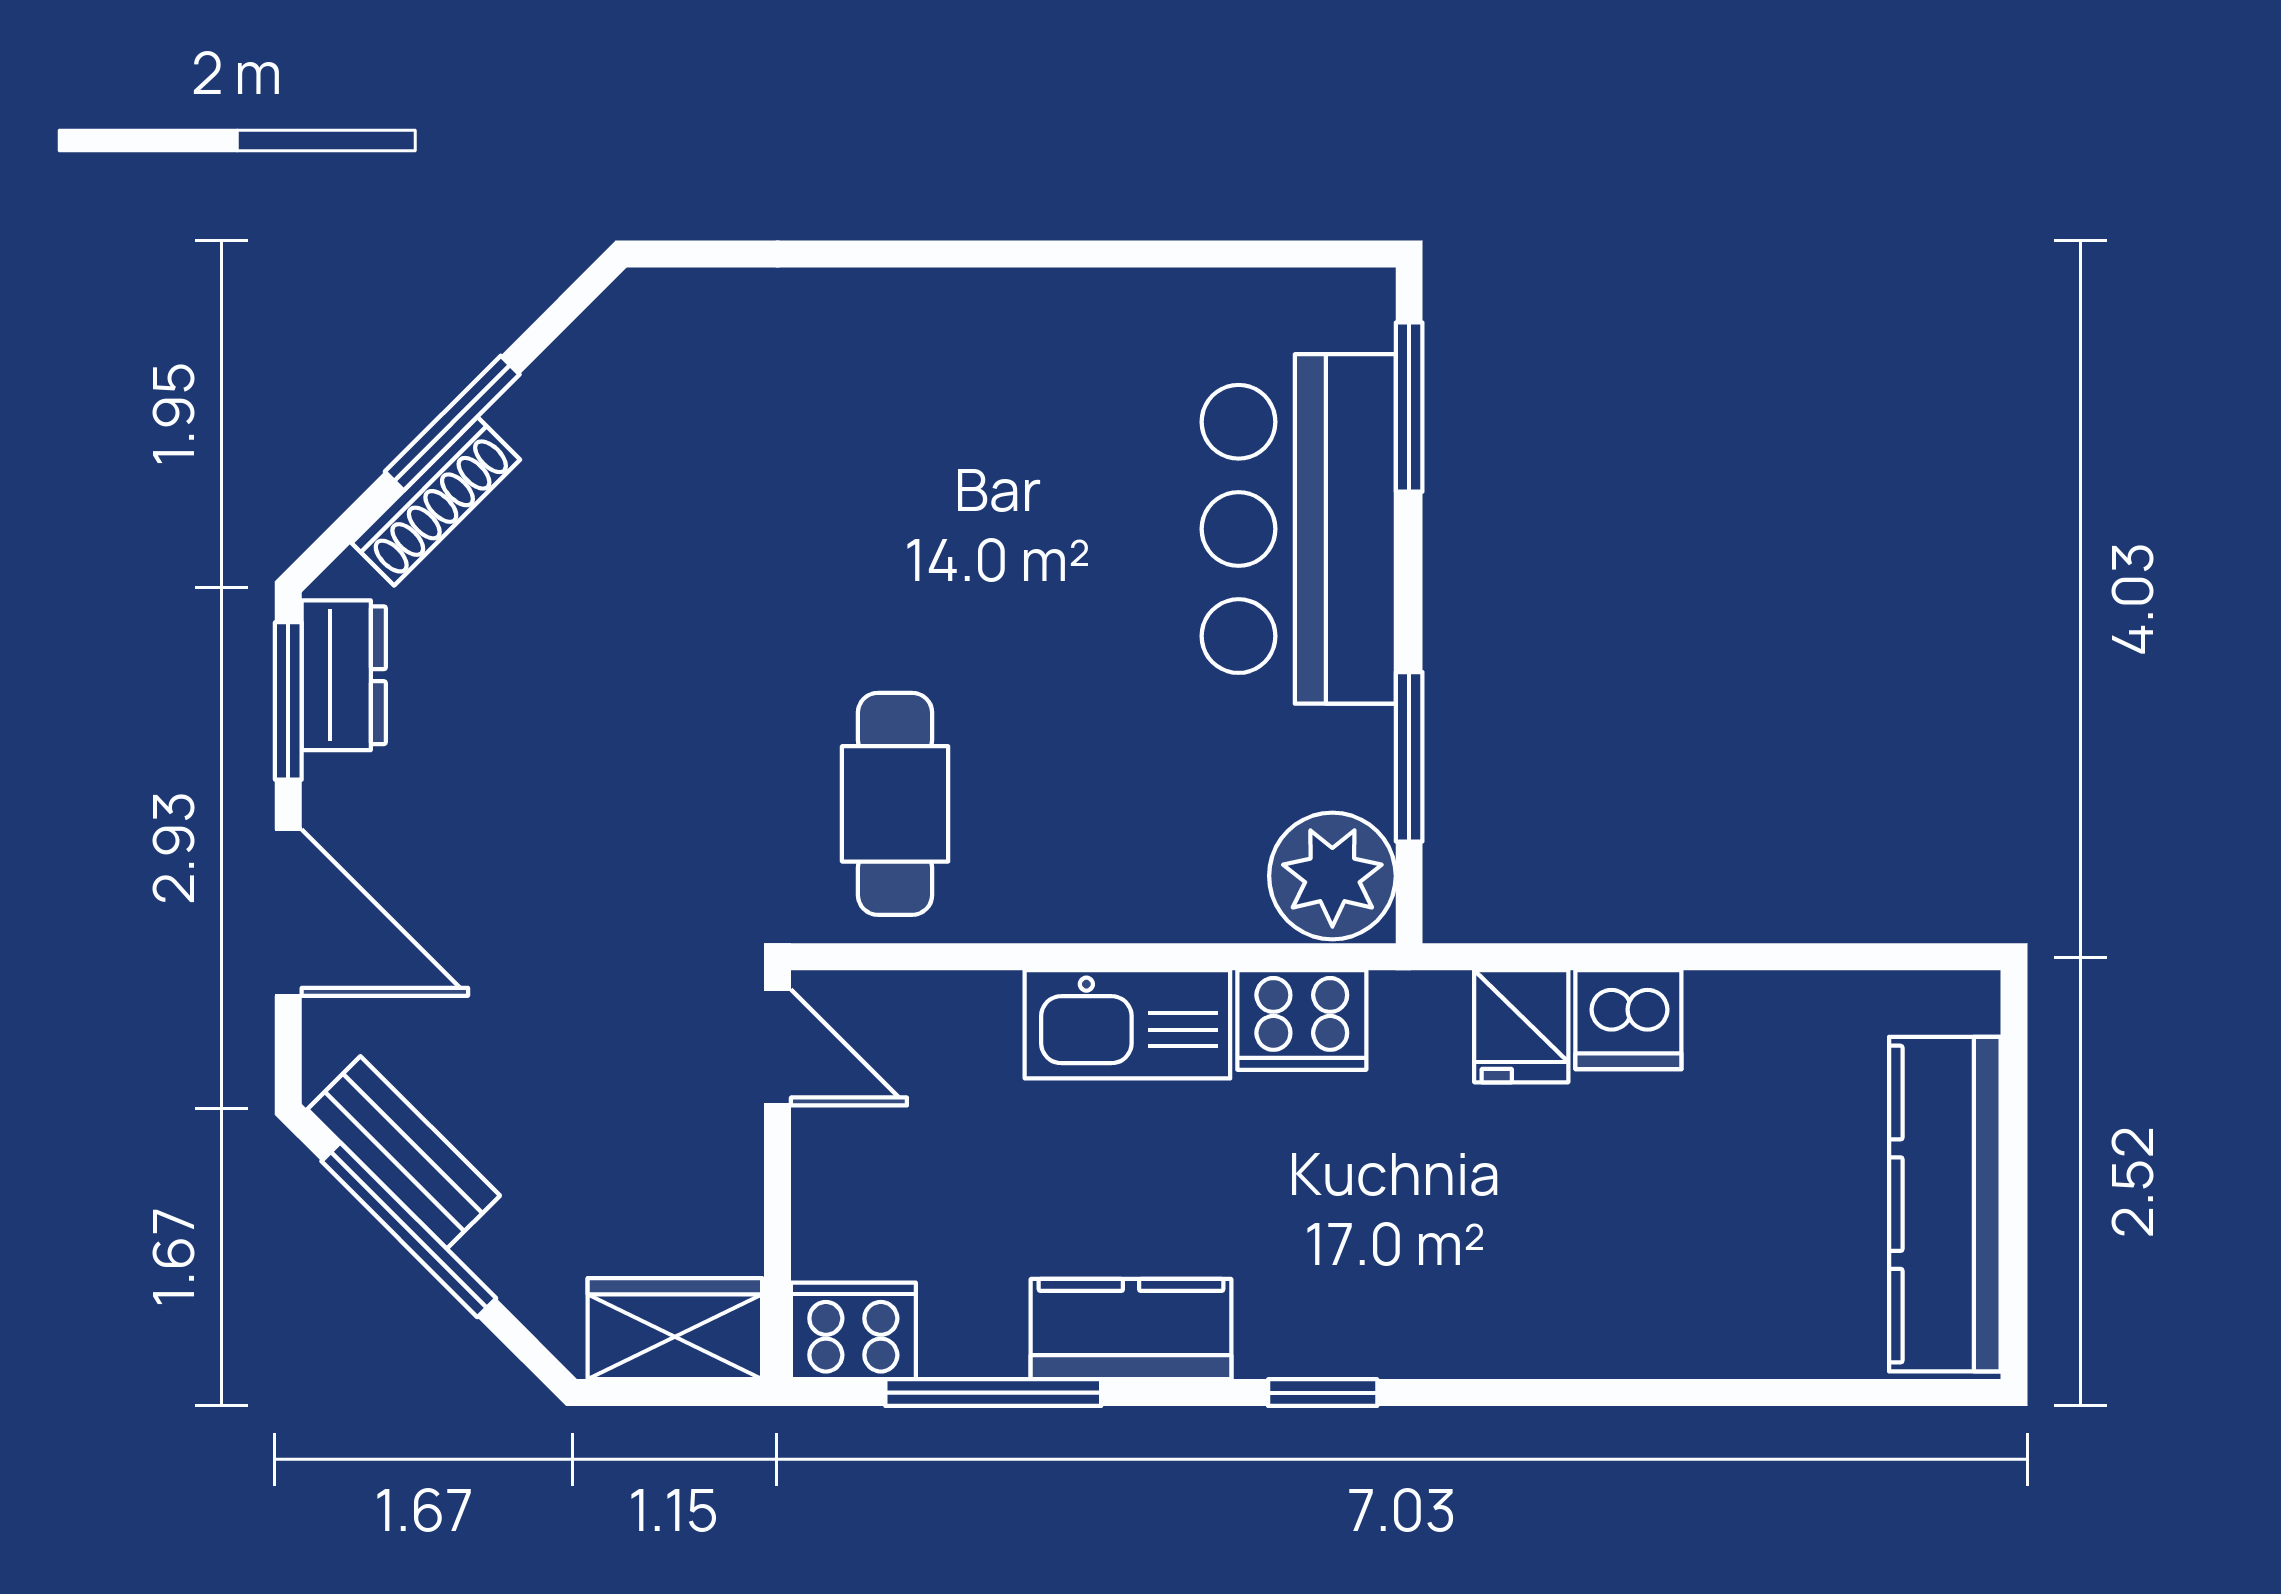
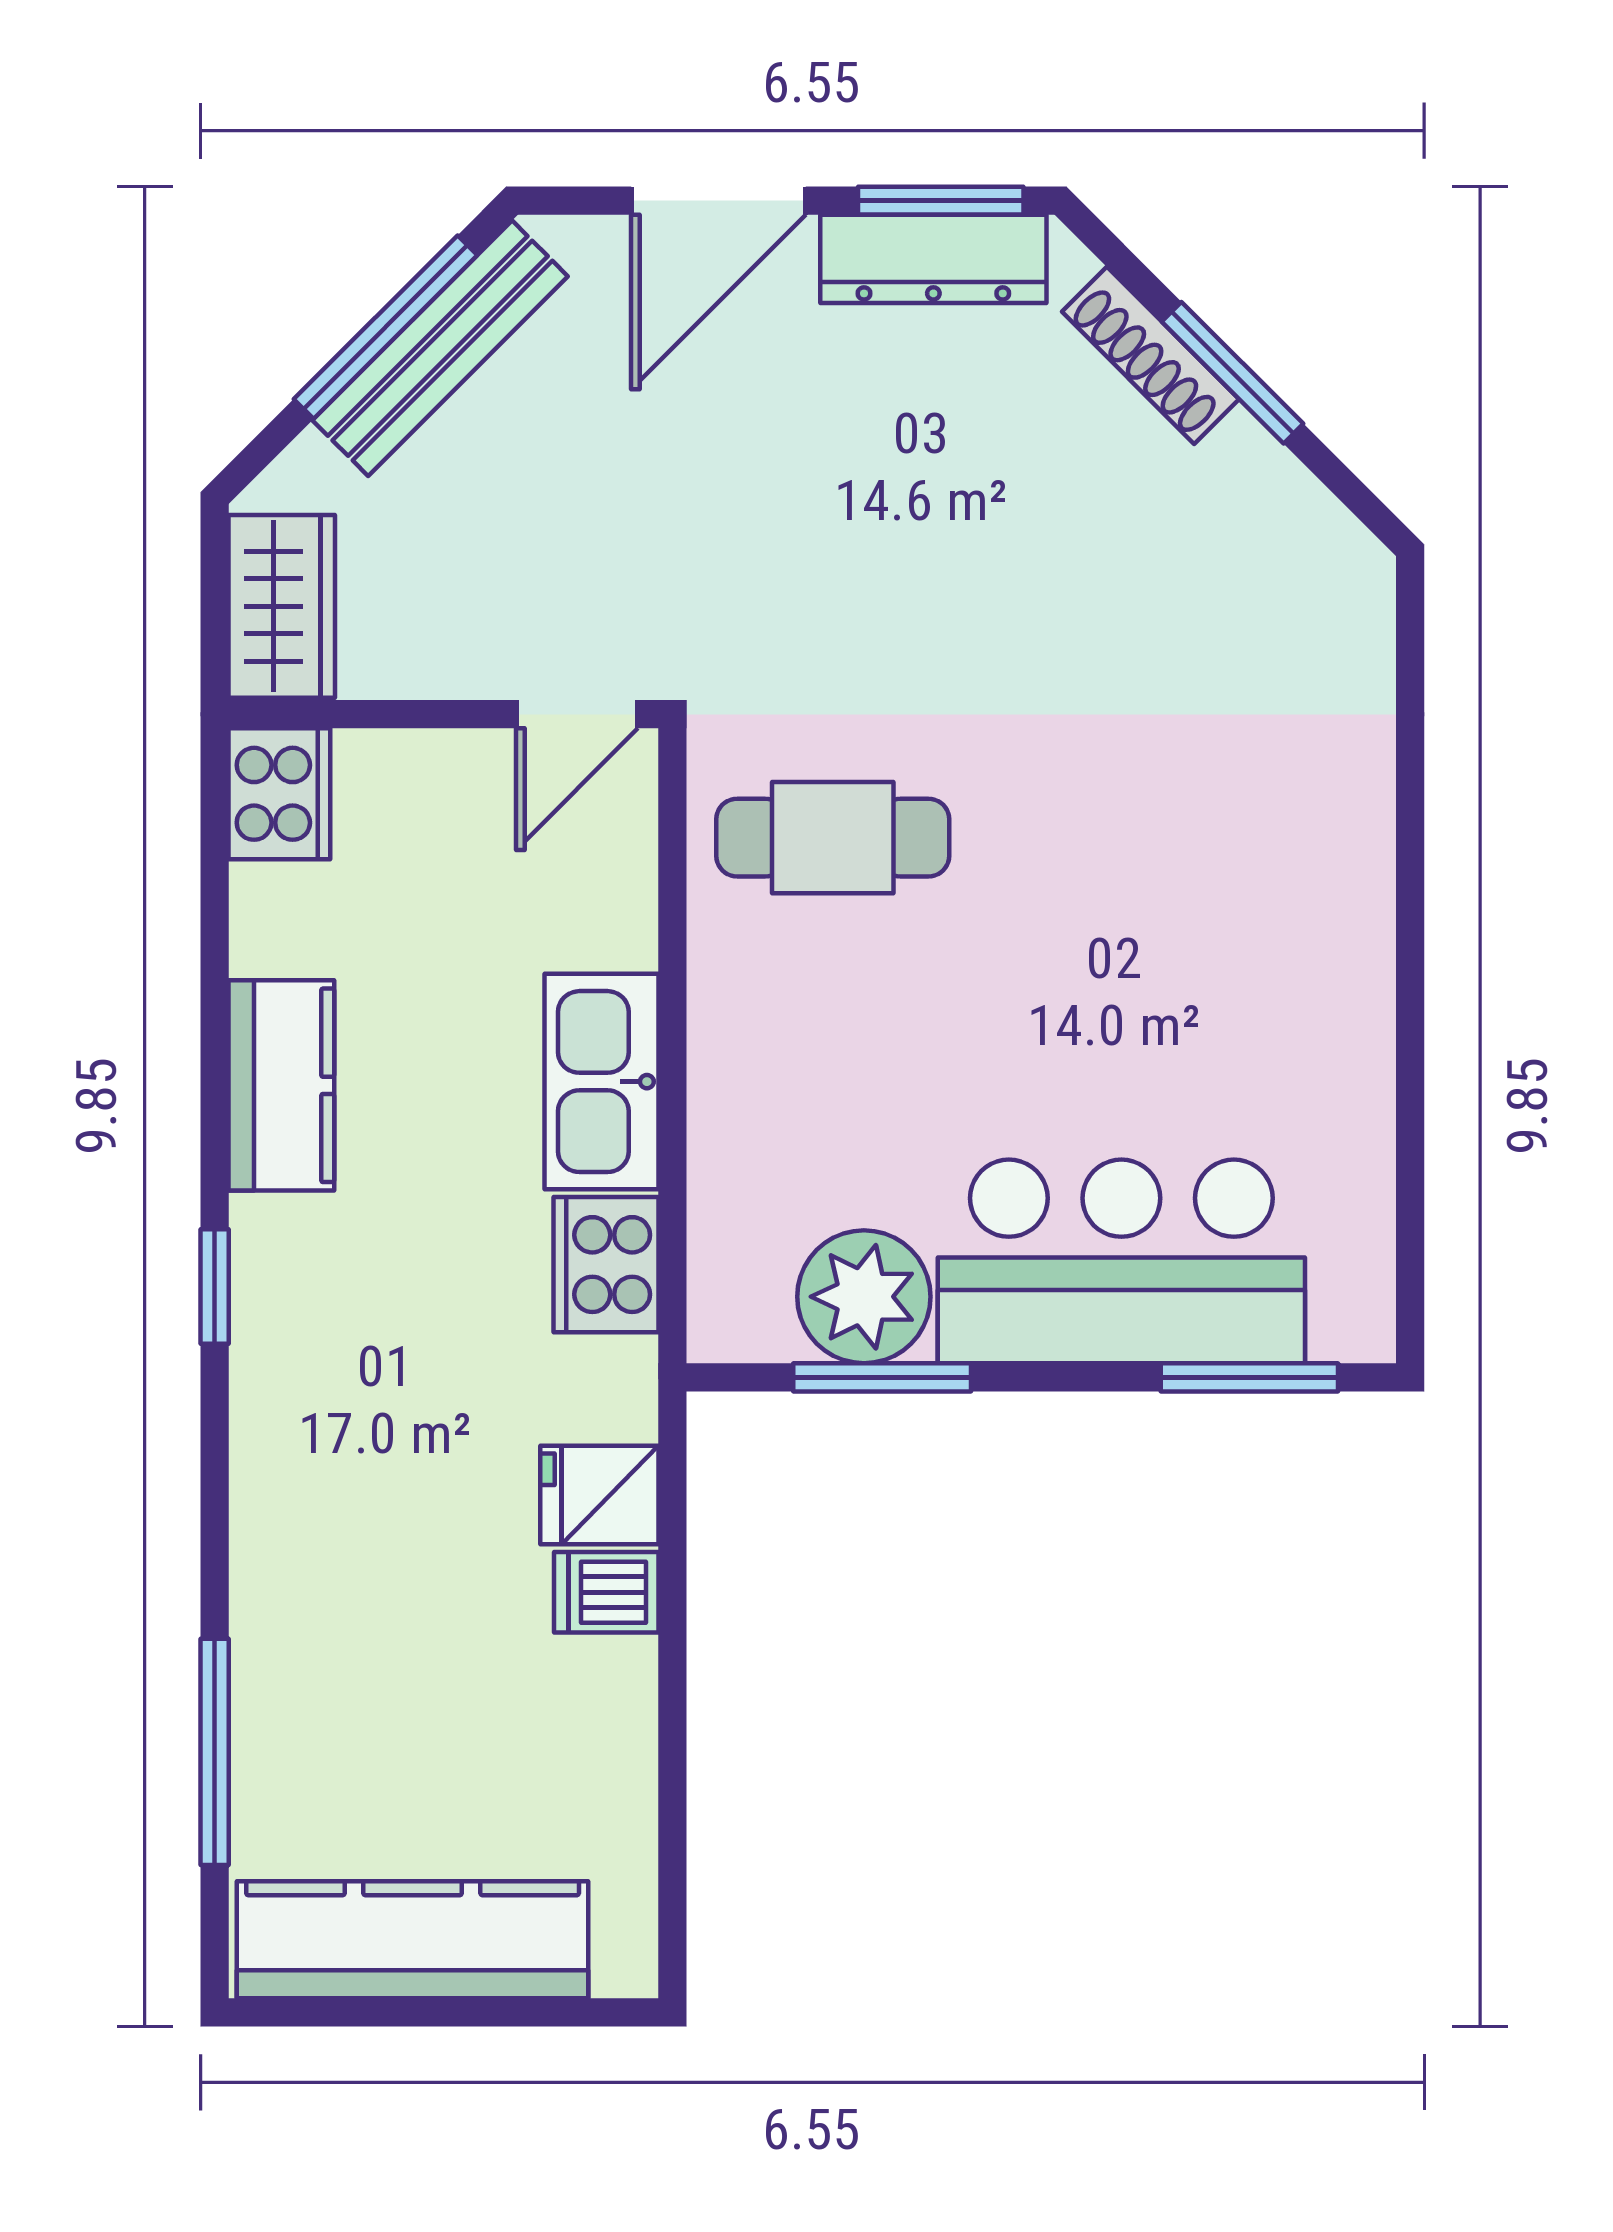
dresser: (344, 675) -> (933, 259), width x1.44
plant: (1332, 876) -> (864, 1297), moved
dishwasher: (1628, 1020) -> (606, 1592), width x0.73
bench: (404, 1152) -> (440, 348), width x1.36
window: (993, 1393) -> (215, 1752), moved

